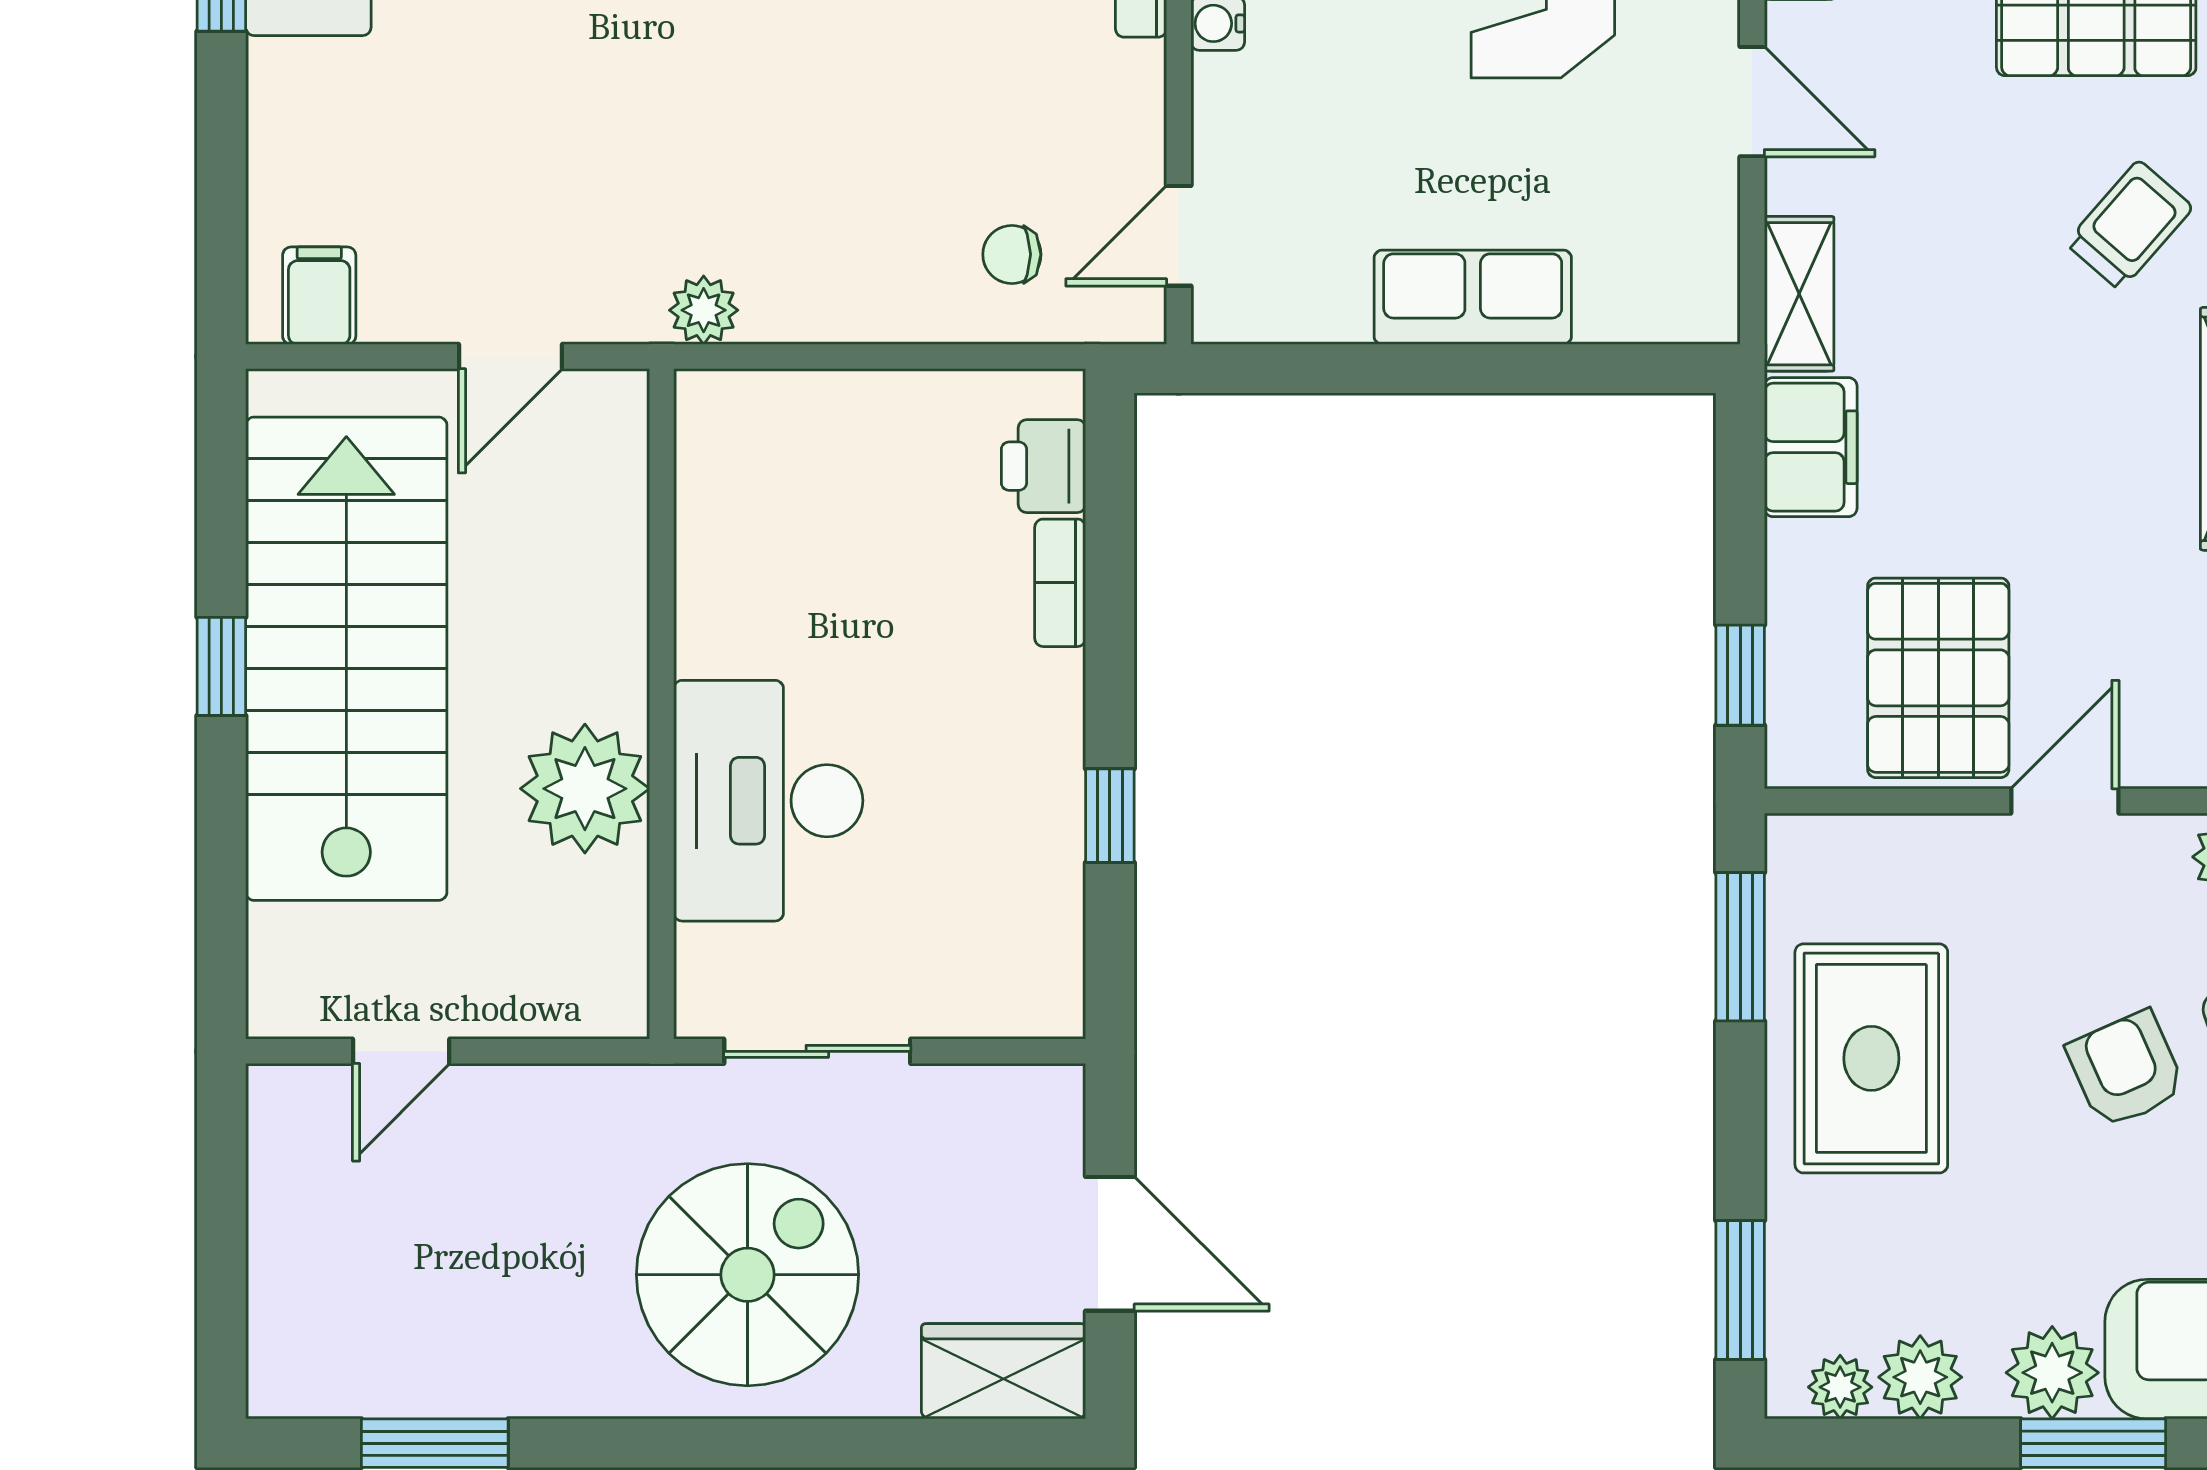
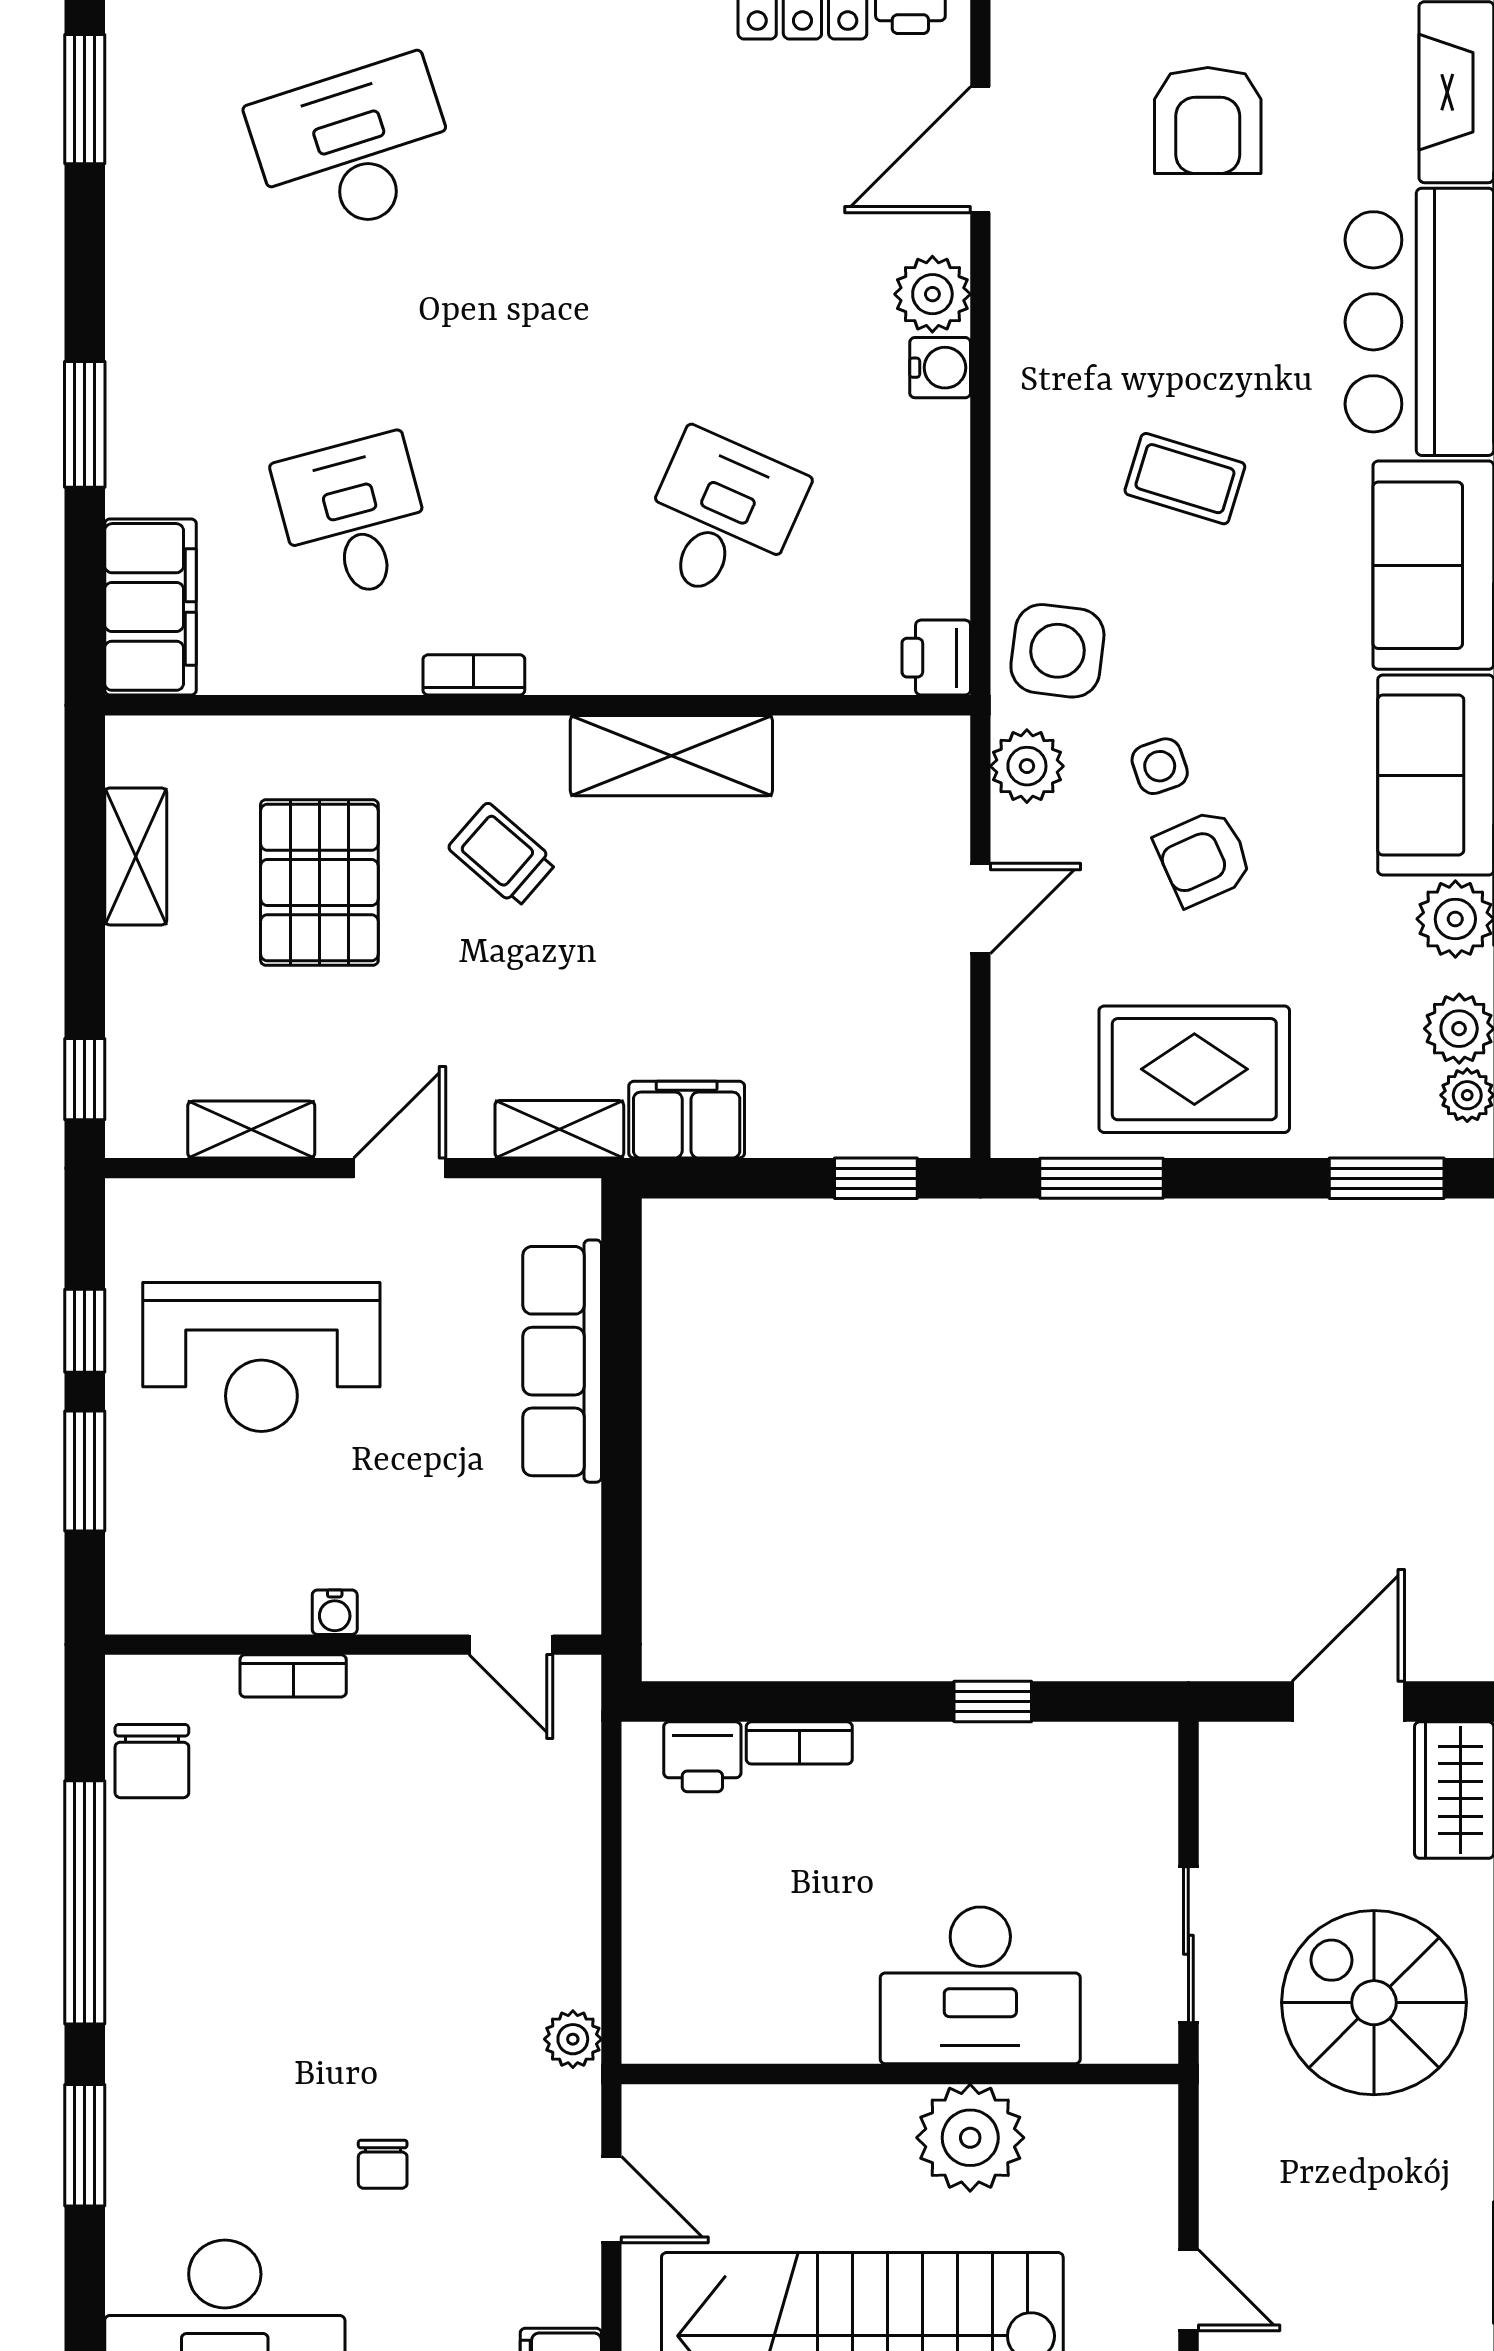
chair: (1012, 254) -> (383, 2164), moved
row of seats: (1473, 297) -> (562, 1361), width x1.48
pallet: (1938, 678) -> (878, 1014), removed
door: (2065, 801) -> (980, 909), swing flipped

